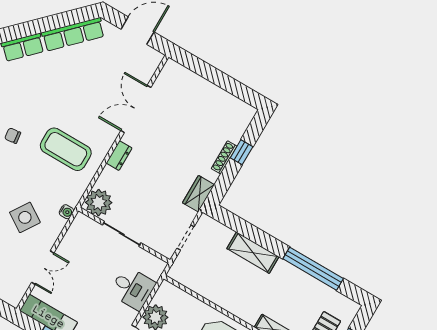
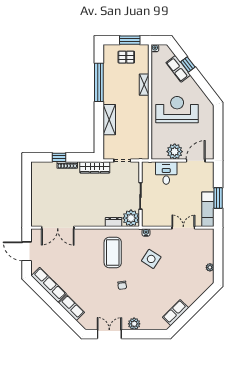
double door: (136, 109) -> (58, 228), moved
dresser: (119, 156) -> (114, 222), moved
wardrobe: (198, 194) -> (95, 167), width x1.50
side table: (25, 217) -> (151, 259), moved

